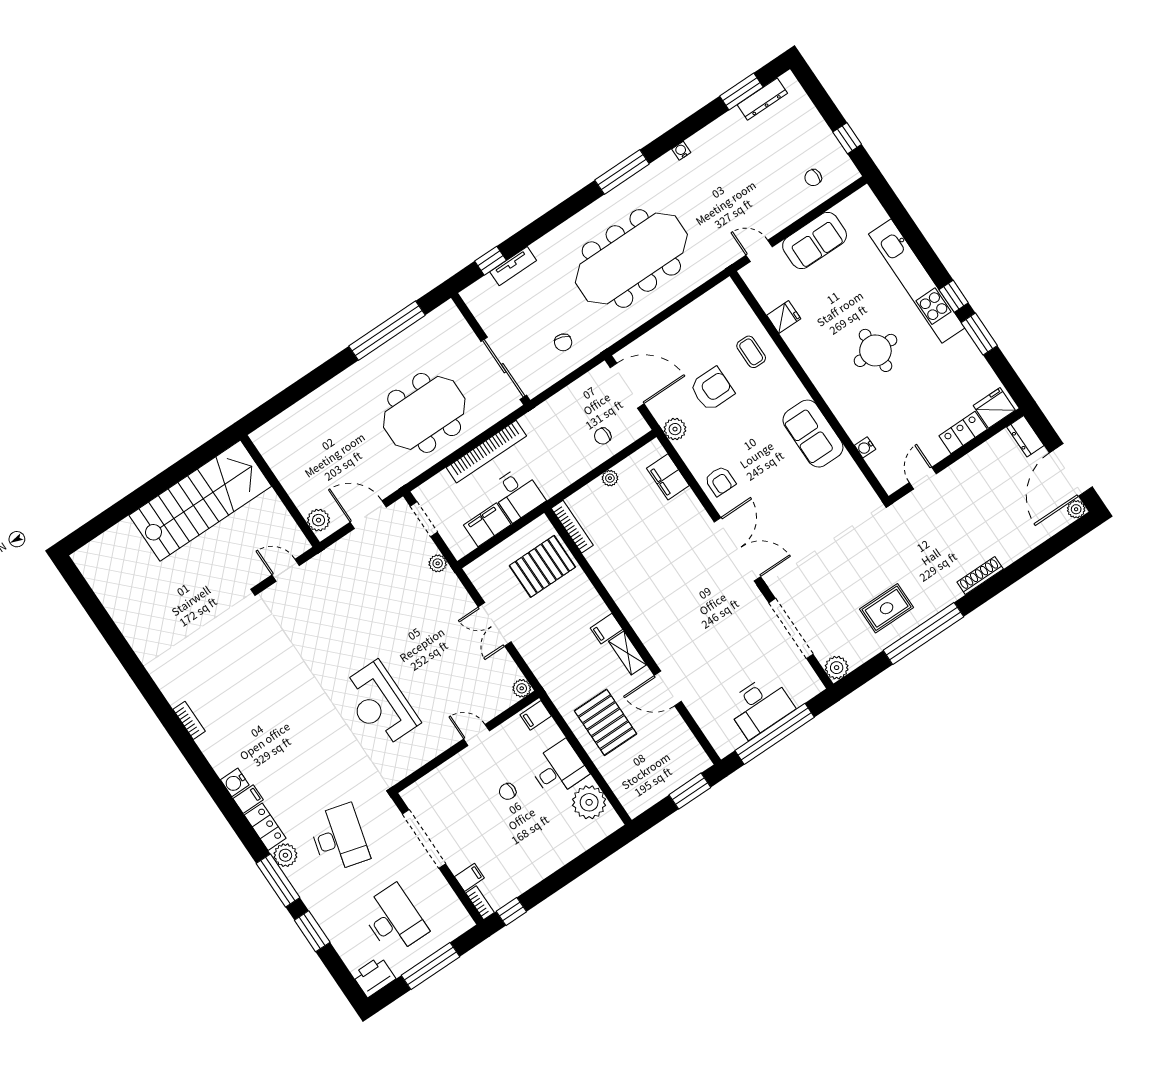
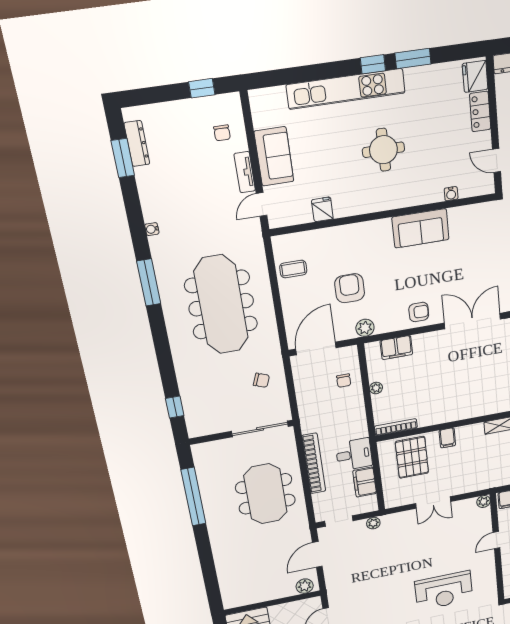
tv unit: (513, 266) -> (245, 172), moved, turned 180
coffee table: (751, 352) -> (293, 269), moved
filing cabinet: (606, 629) -> (447, 438), moved

